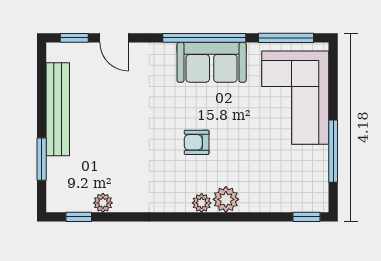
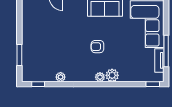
bench: (58, 109) -> (27, 30), removed
tv unit: (320, 170) -> (159, 60), added
plant: (103, 203) -> (61, 77), moved

